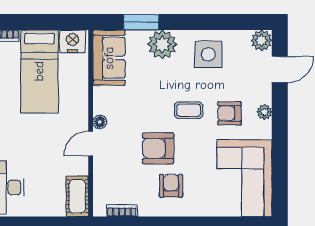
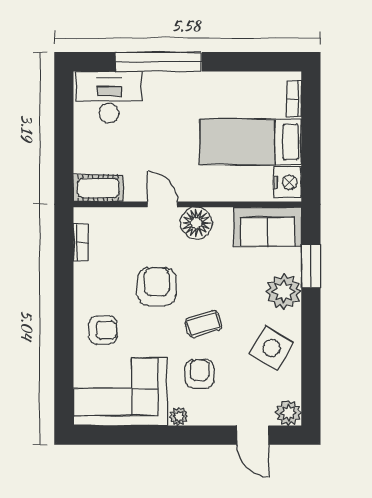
side table: (208, 54) -> (272, 348), turned 30
coffee table: (189, 110) -> (203, 324), turned 73
plant: (264, 112) -> (179, 416), moved
floor lamp: (100, 122) -> (196, 223), width x1.89, depth x1.89
armchair: (171, 186) -> (103, 330), moved

